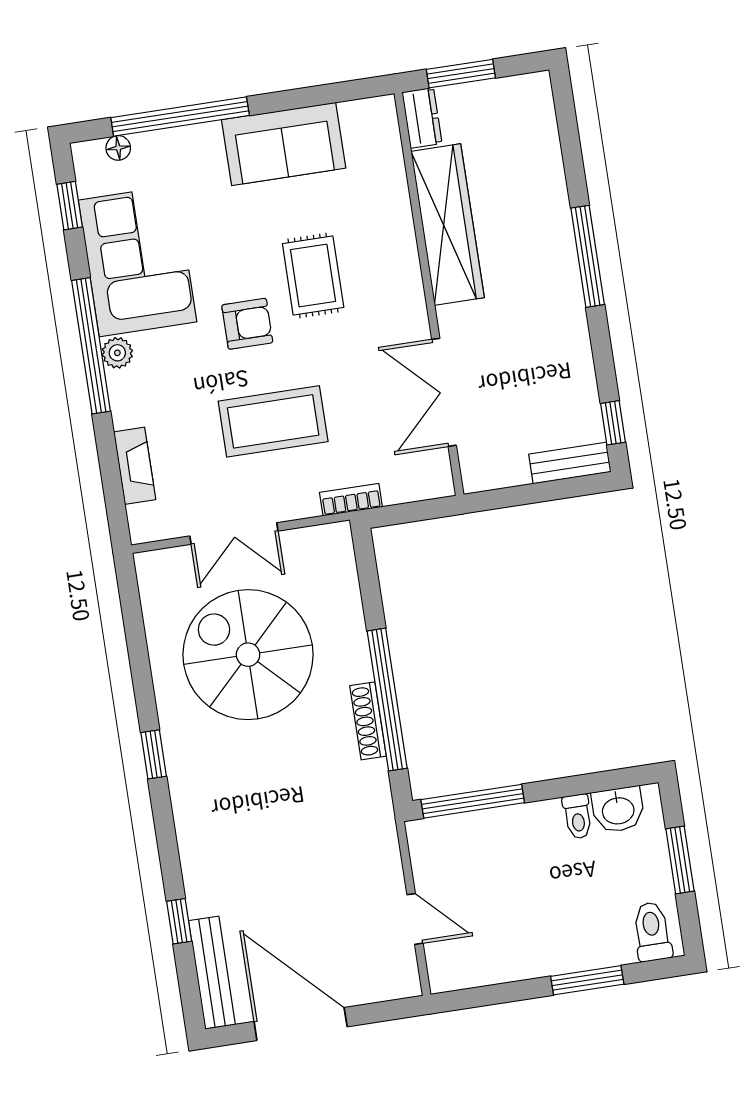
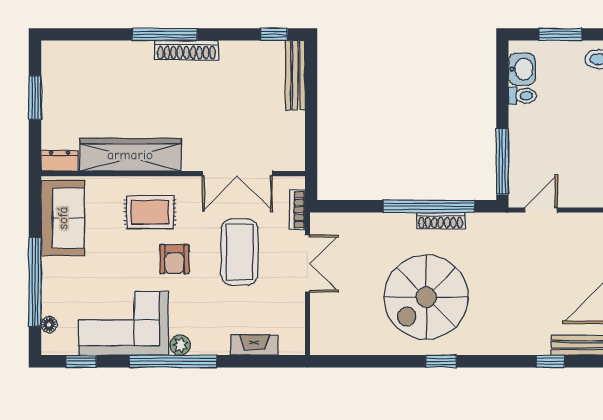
dresser: (422, 118) -> (60, 161), moved
wardrobe: (448, 224) -> (130, 155), moved
shoe rack: (568, 293) -> (186, 50), added
wall: (429, 294) -> (173, 174), moved
armchair: (247, 324) -> (174, 259), turned 180
double door: (444, 392) -> (238, 174), moved
bench: (570, 463) -> (295, 75), width x1.36
double door: (234, 533) -> (307, 263), moved
spiral stairs: (248, 655) -> (426, 297), moved
door: (415, 919) -> (541, 210), moved

